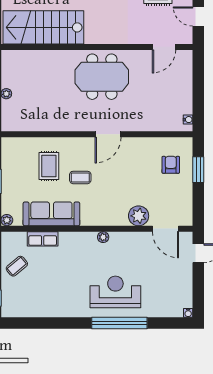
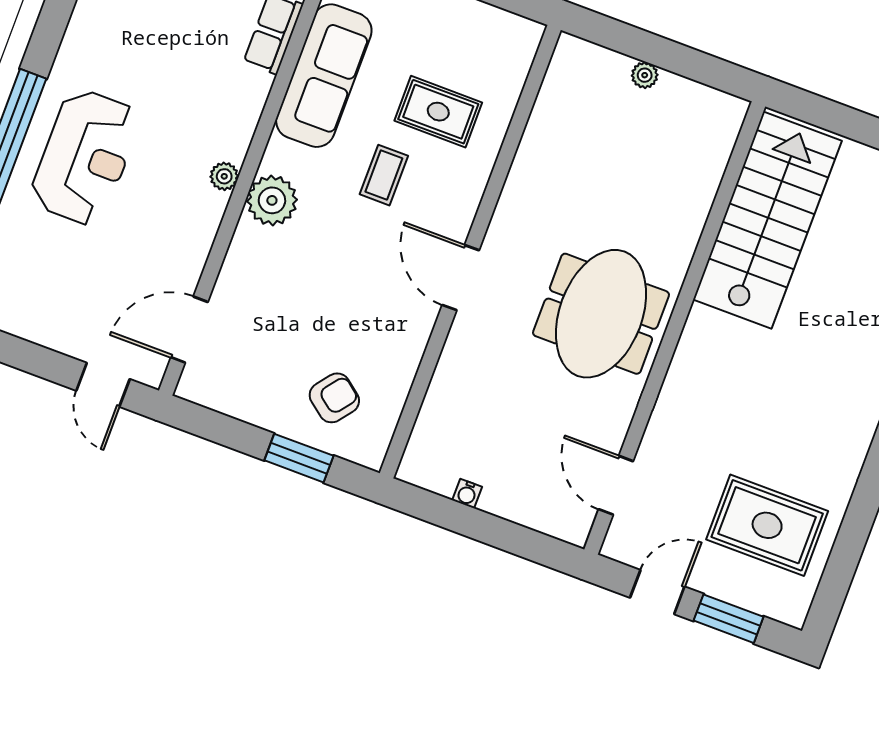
water cooler: (188, 120) -> (467, 494), moved
armchair: (171, 165) -> (334, 398), turned -52
plant: (139, 216) -> (272, 200), moved

